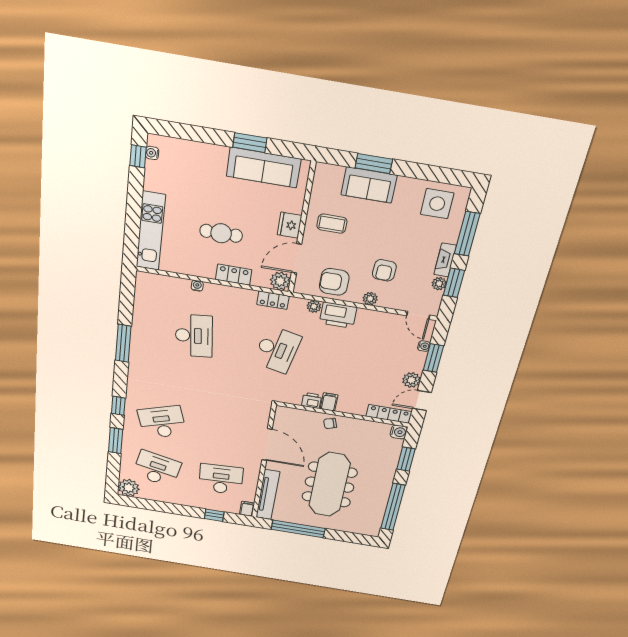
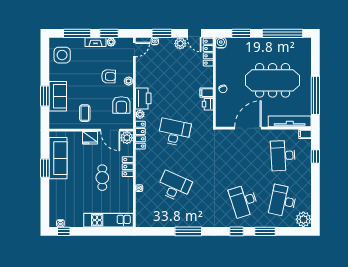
locker: (273, 300) -> (140, 135), width x1.53
desk: (194, 336) -> (174, 186), turned 30

